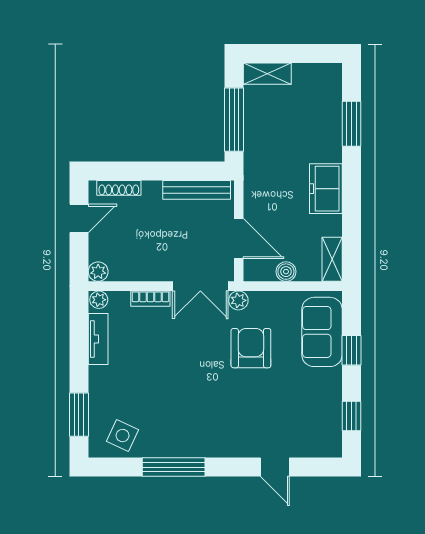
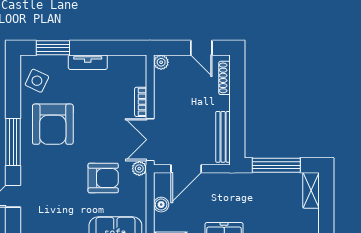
plant: (99, 300) -> (140, 63), removed
tv unit: (98, 339) -> (88, 62), moved
armchair: (180, 415) -> (53, 124), added
window: (174, 467) -> (13, 142), moved

